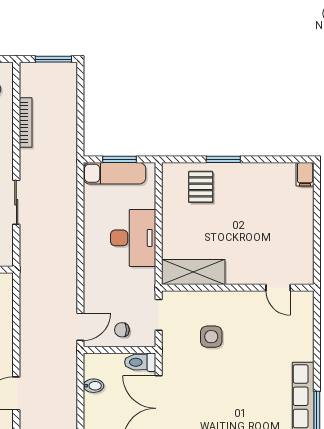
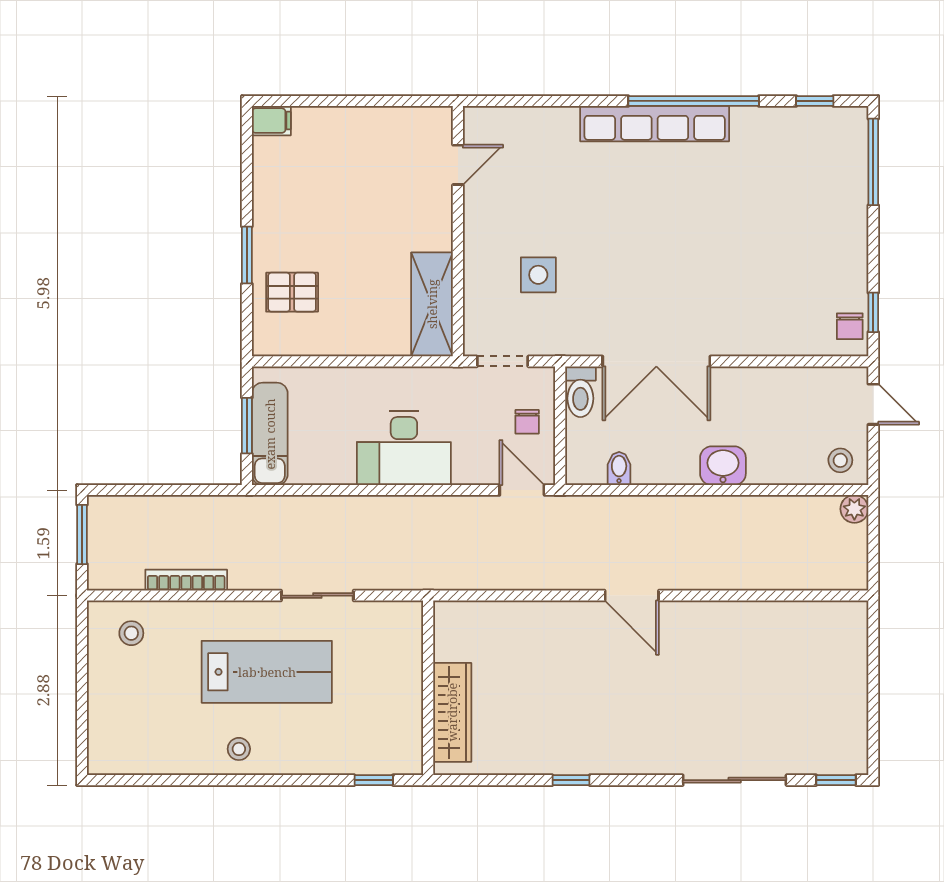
desk: (133, 238) -> (404, 448), moved, turned 180

